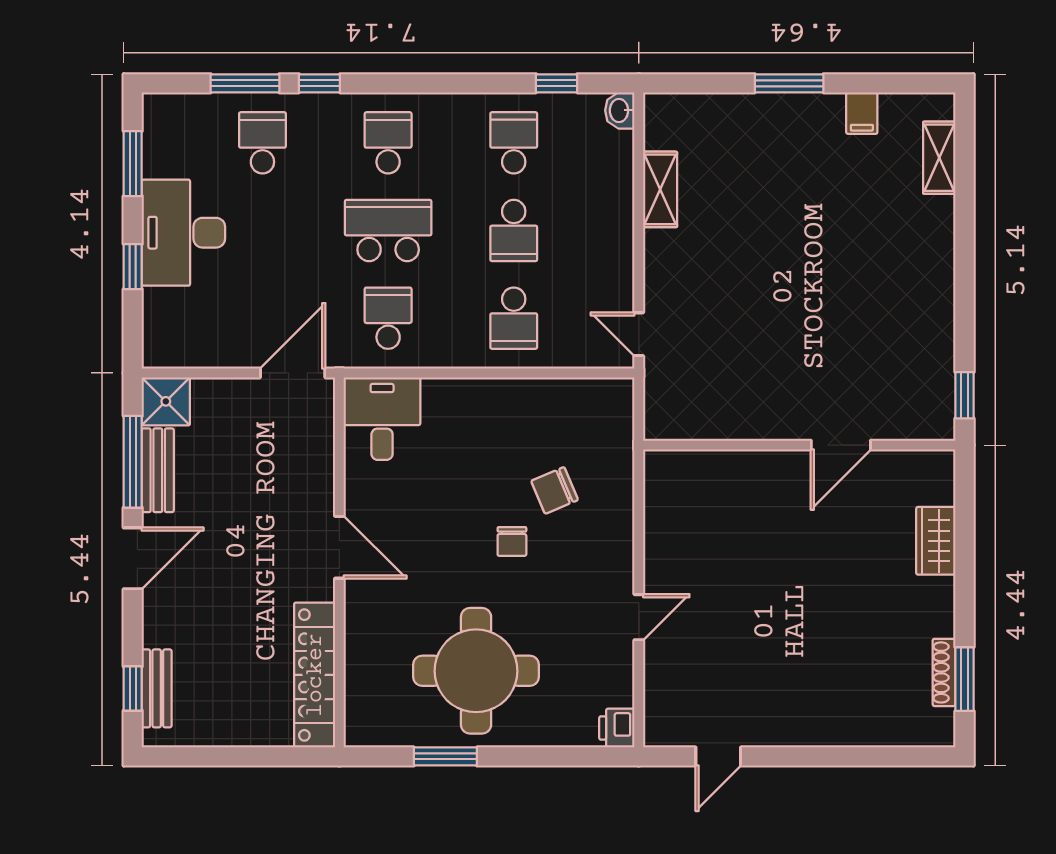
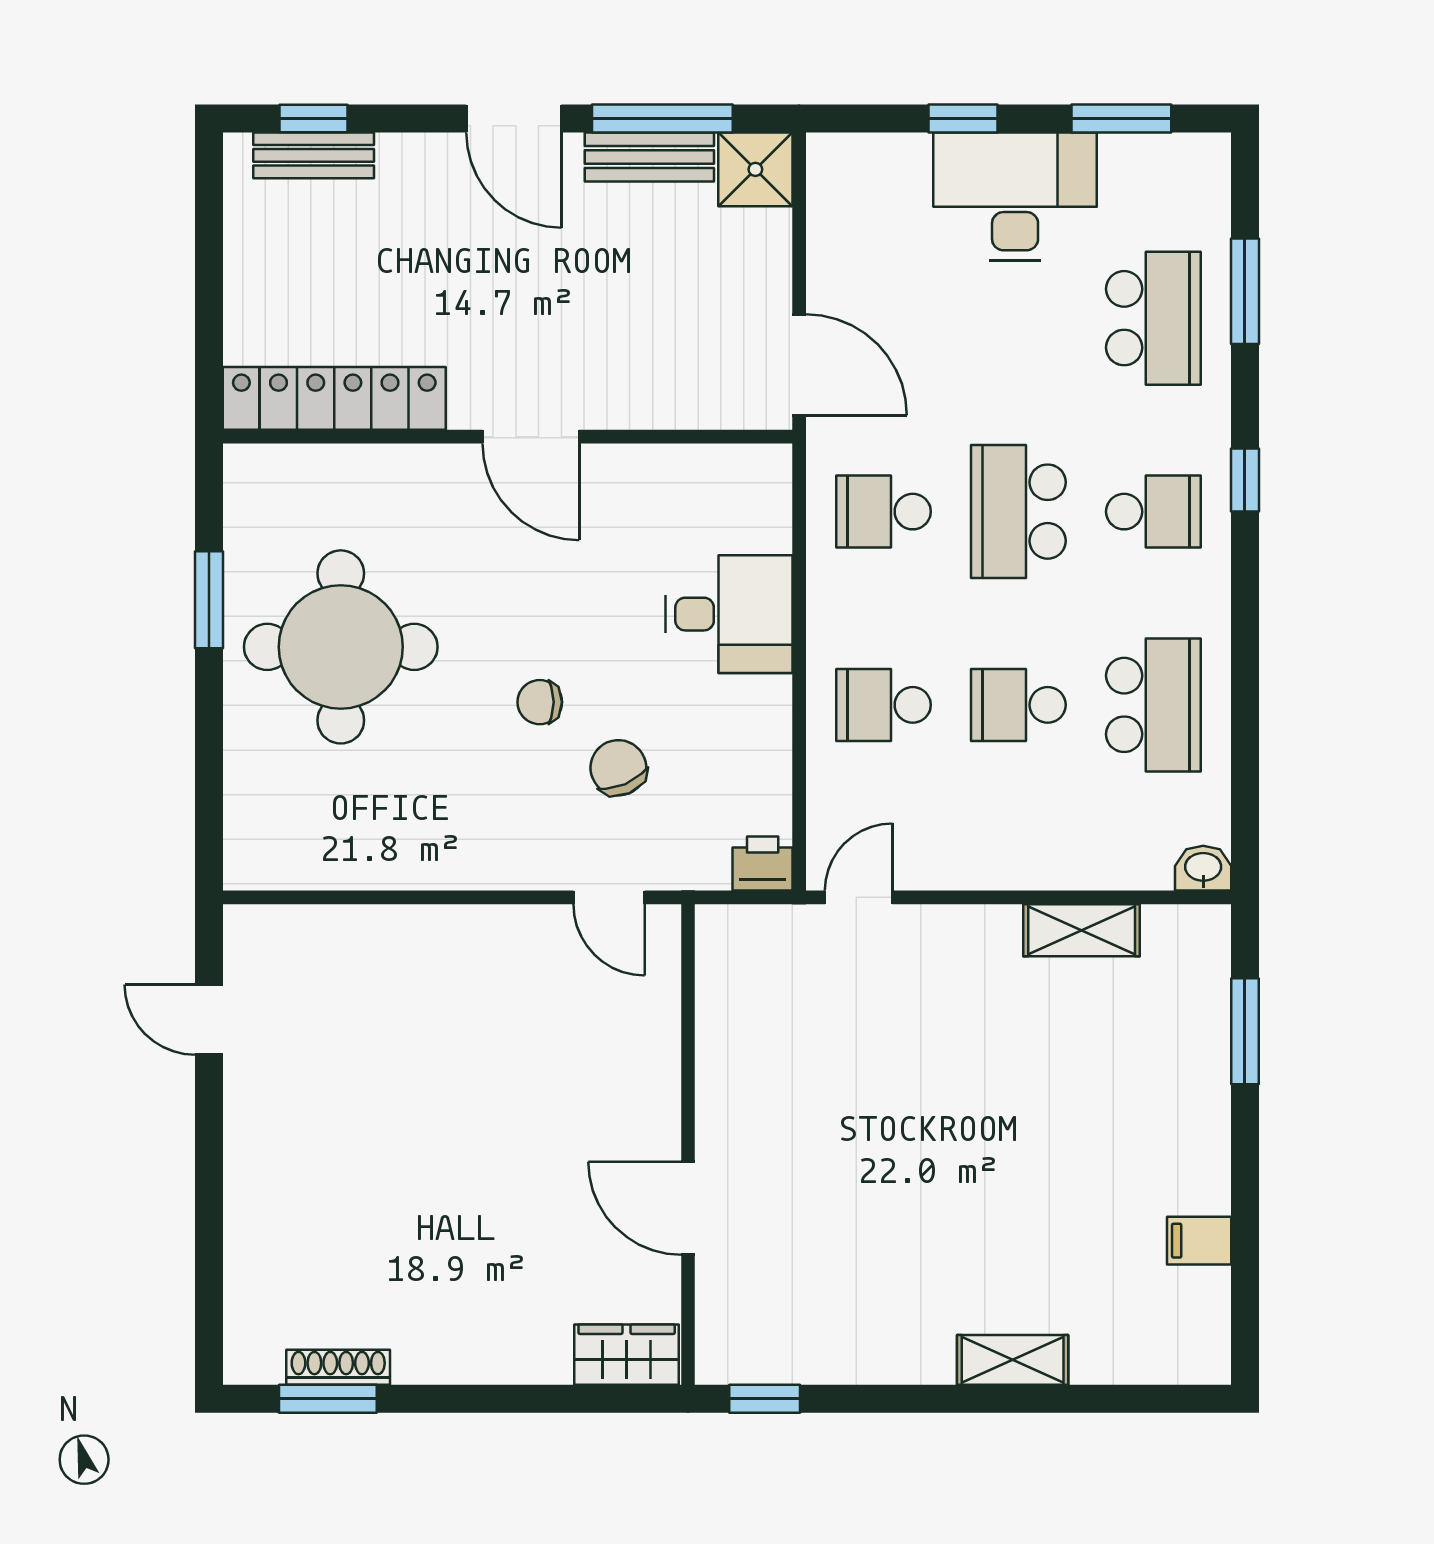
window: (319, 83) -> (1245, 480), moved
window: (557, 83) -> (1245, 771), removed
window: (789, 83) -> (1245, 1031), moved
school desk: (262, 143) -> (1153, 318), width x1.85
school desk: (514, 143) -> (1153, 705), width x1.85
shelving: (939, 158) -> (1013, 1360), moved
school desk: (388, 230) -> (1018, 512), turned 180
school desk: (388, 318) -> (883, 512), turned 180
desk: (382, 419) -> (729, 614), moved
wardrobe: (936, 541) -> (627, 1355), moved
door: (339, 547) -> (531, 437), hinge flipped
door: (639, 617) -> (609, 897), moved
printer: (617, 728) -> (763, 864), moved

